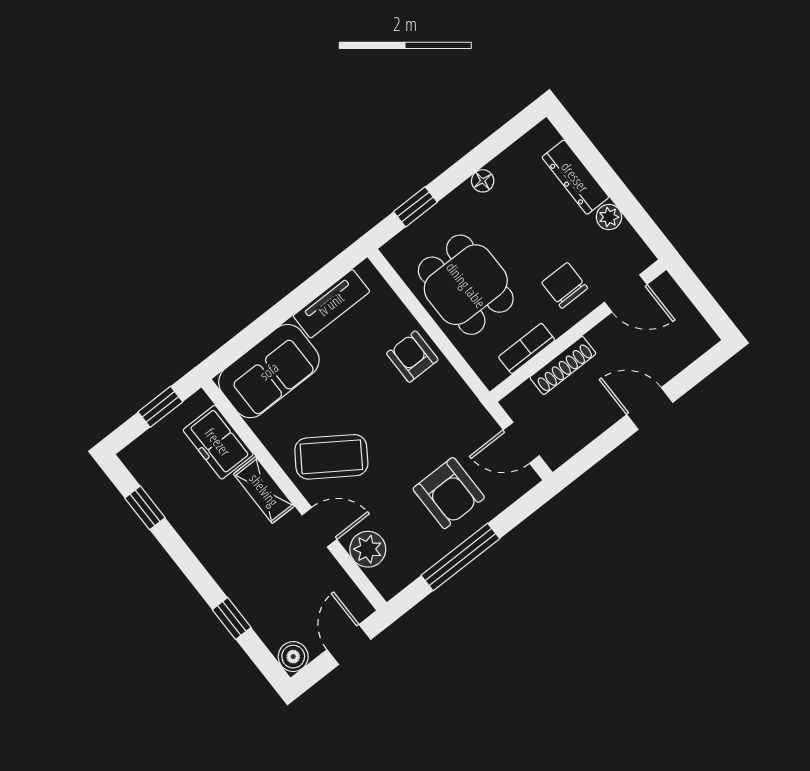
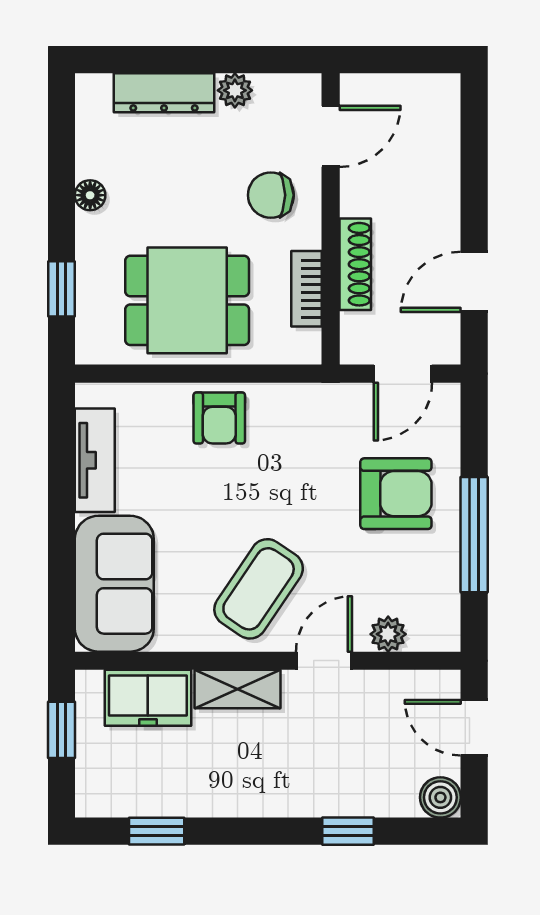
armchair: (412, 357) -> (219, 418), turned -90
door: (650, 409) -> (474, 282), moved
plant: (368, 549) -> (388, 634), width x0.73, depth x0.73

